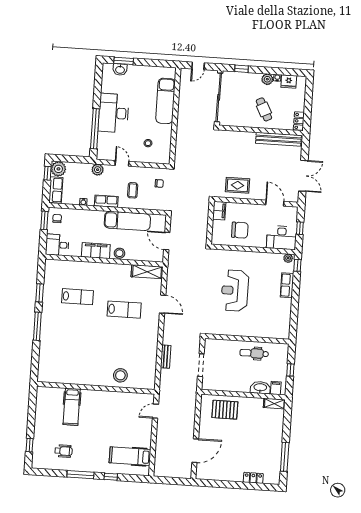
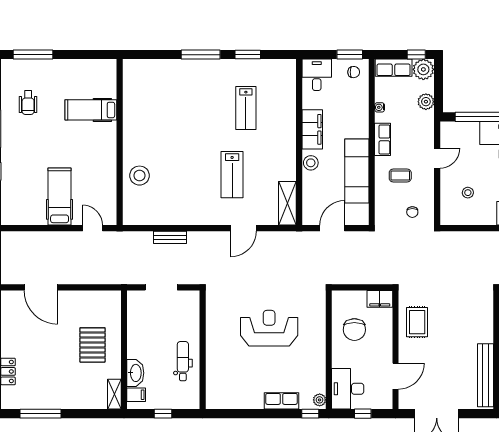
plant: (98, 170) -> (426, 102), moved
pallet: (225, 410) -> (92, 345), moved
window: (30, 445) -> (33, 55), width x2.17
hospital bed: (130, 456) -> (60, 197), moved

